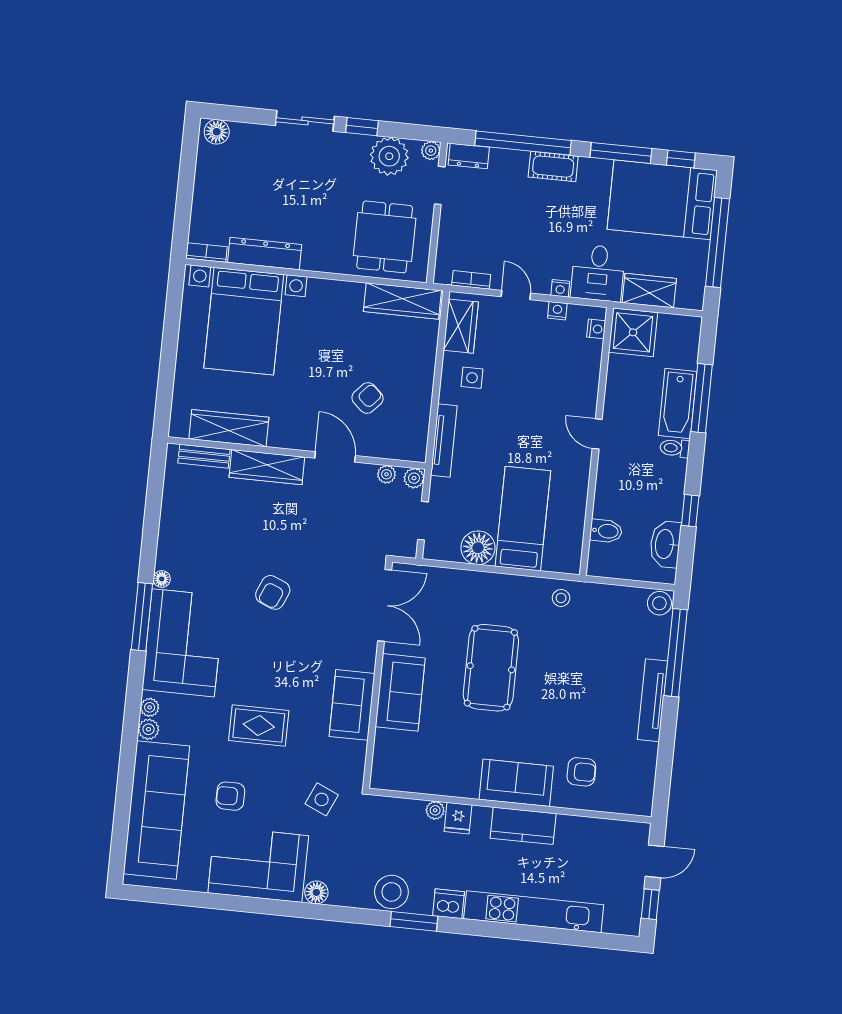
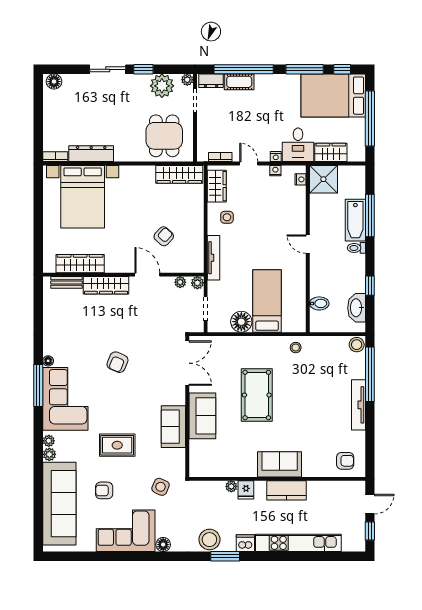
cot: (553, 167) -> (239, 82), moved
armchair: (581, 772) -> (345, 461), moved

